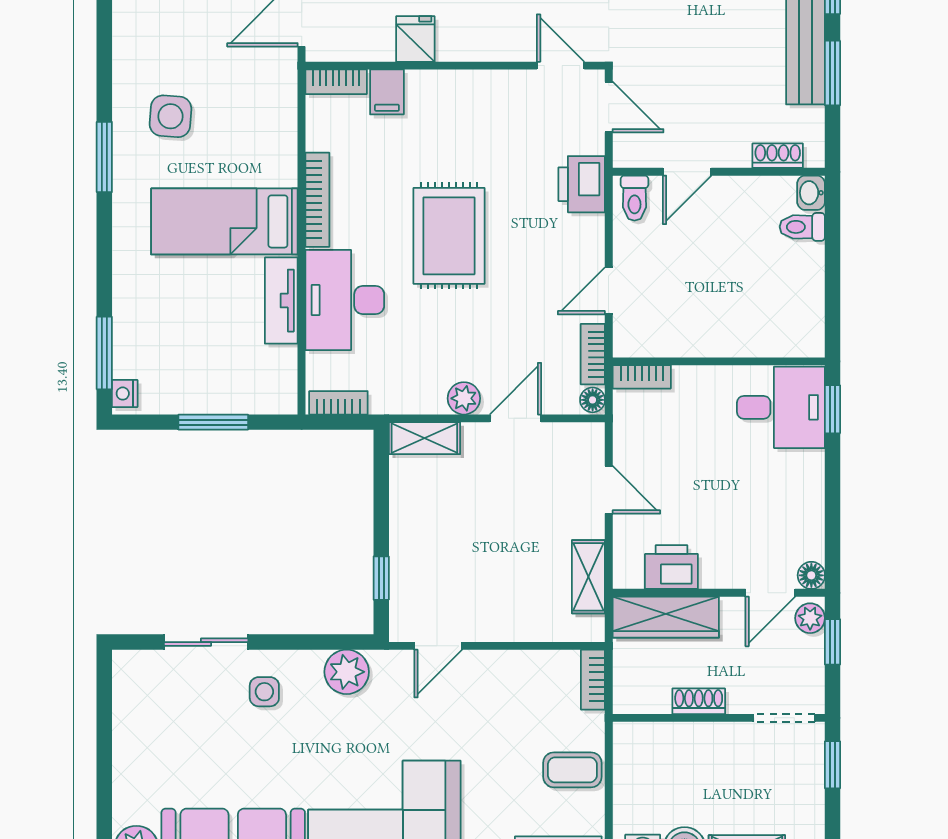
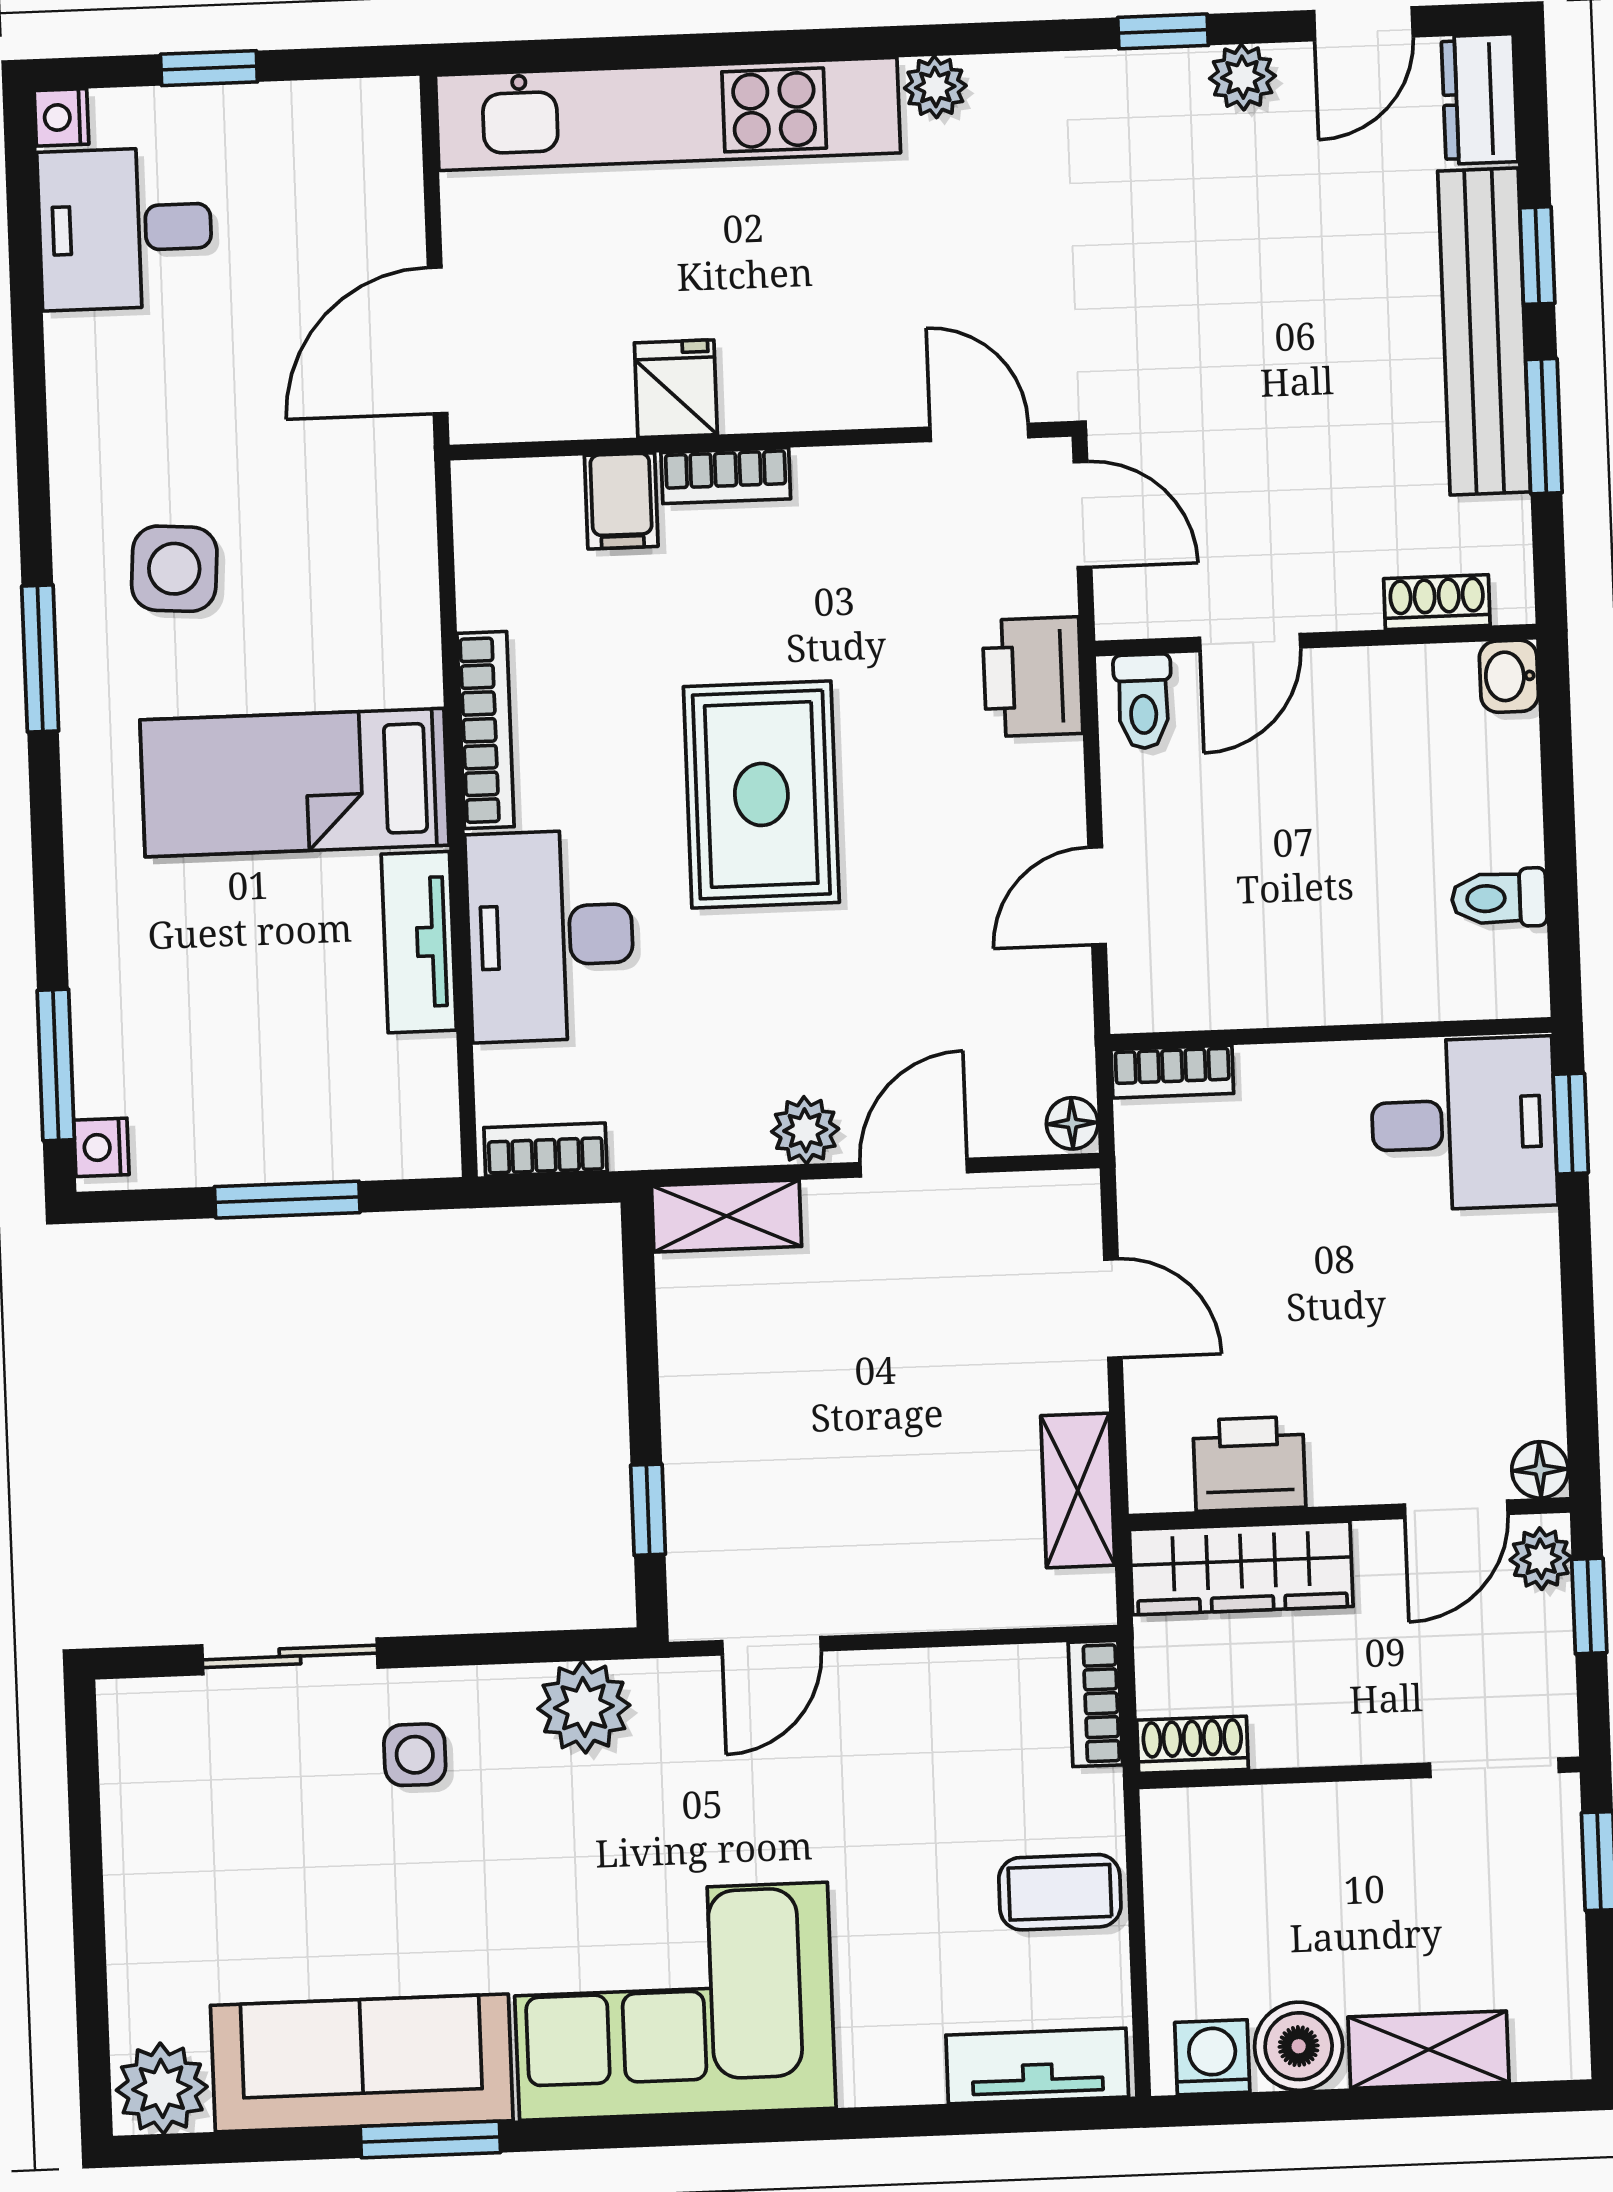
bookcase: (336, 82) -> (726, 476), moved
toilet: (802, 227) -> (1499, 898), moved
bookcase: (593, 354) -> (1069, 1028), removed
shoe rack: (699, 701) -> (1193, 1745), moved

